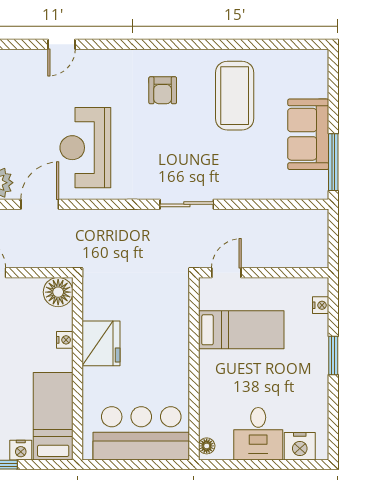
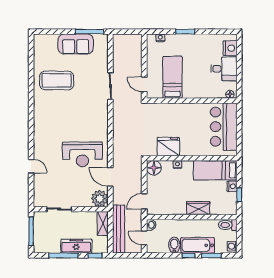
armchair: (163, 90) -> (54, 116), removed
sliding door: (187, 204) -> (110, 86), moved
fridge: (101, 343) -> (168, 147), moved

